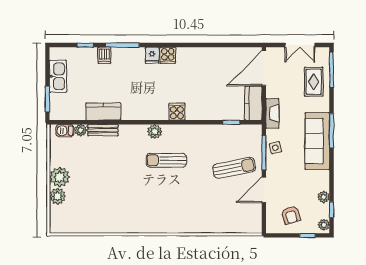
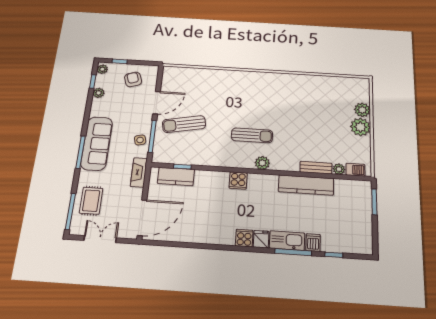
kitchen sink: (58, 76) -> (287, 241), moved, turned 90
kitchen counter: (253, 103) -> (176, 176), moved, turned 90
kitchen counter: (103, 112) -> (306, 185), width x1.50

